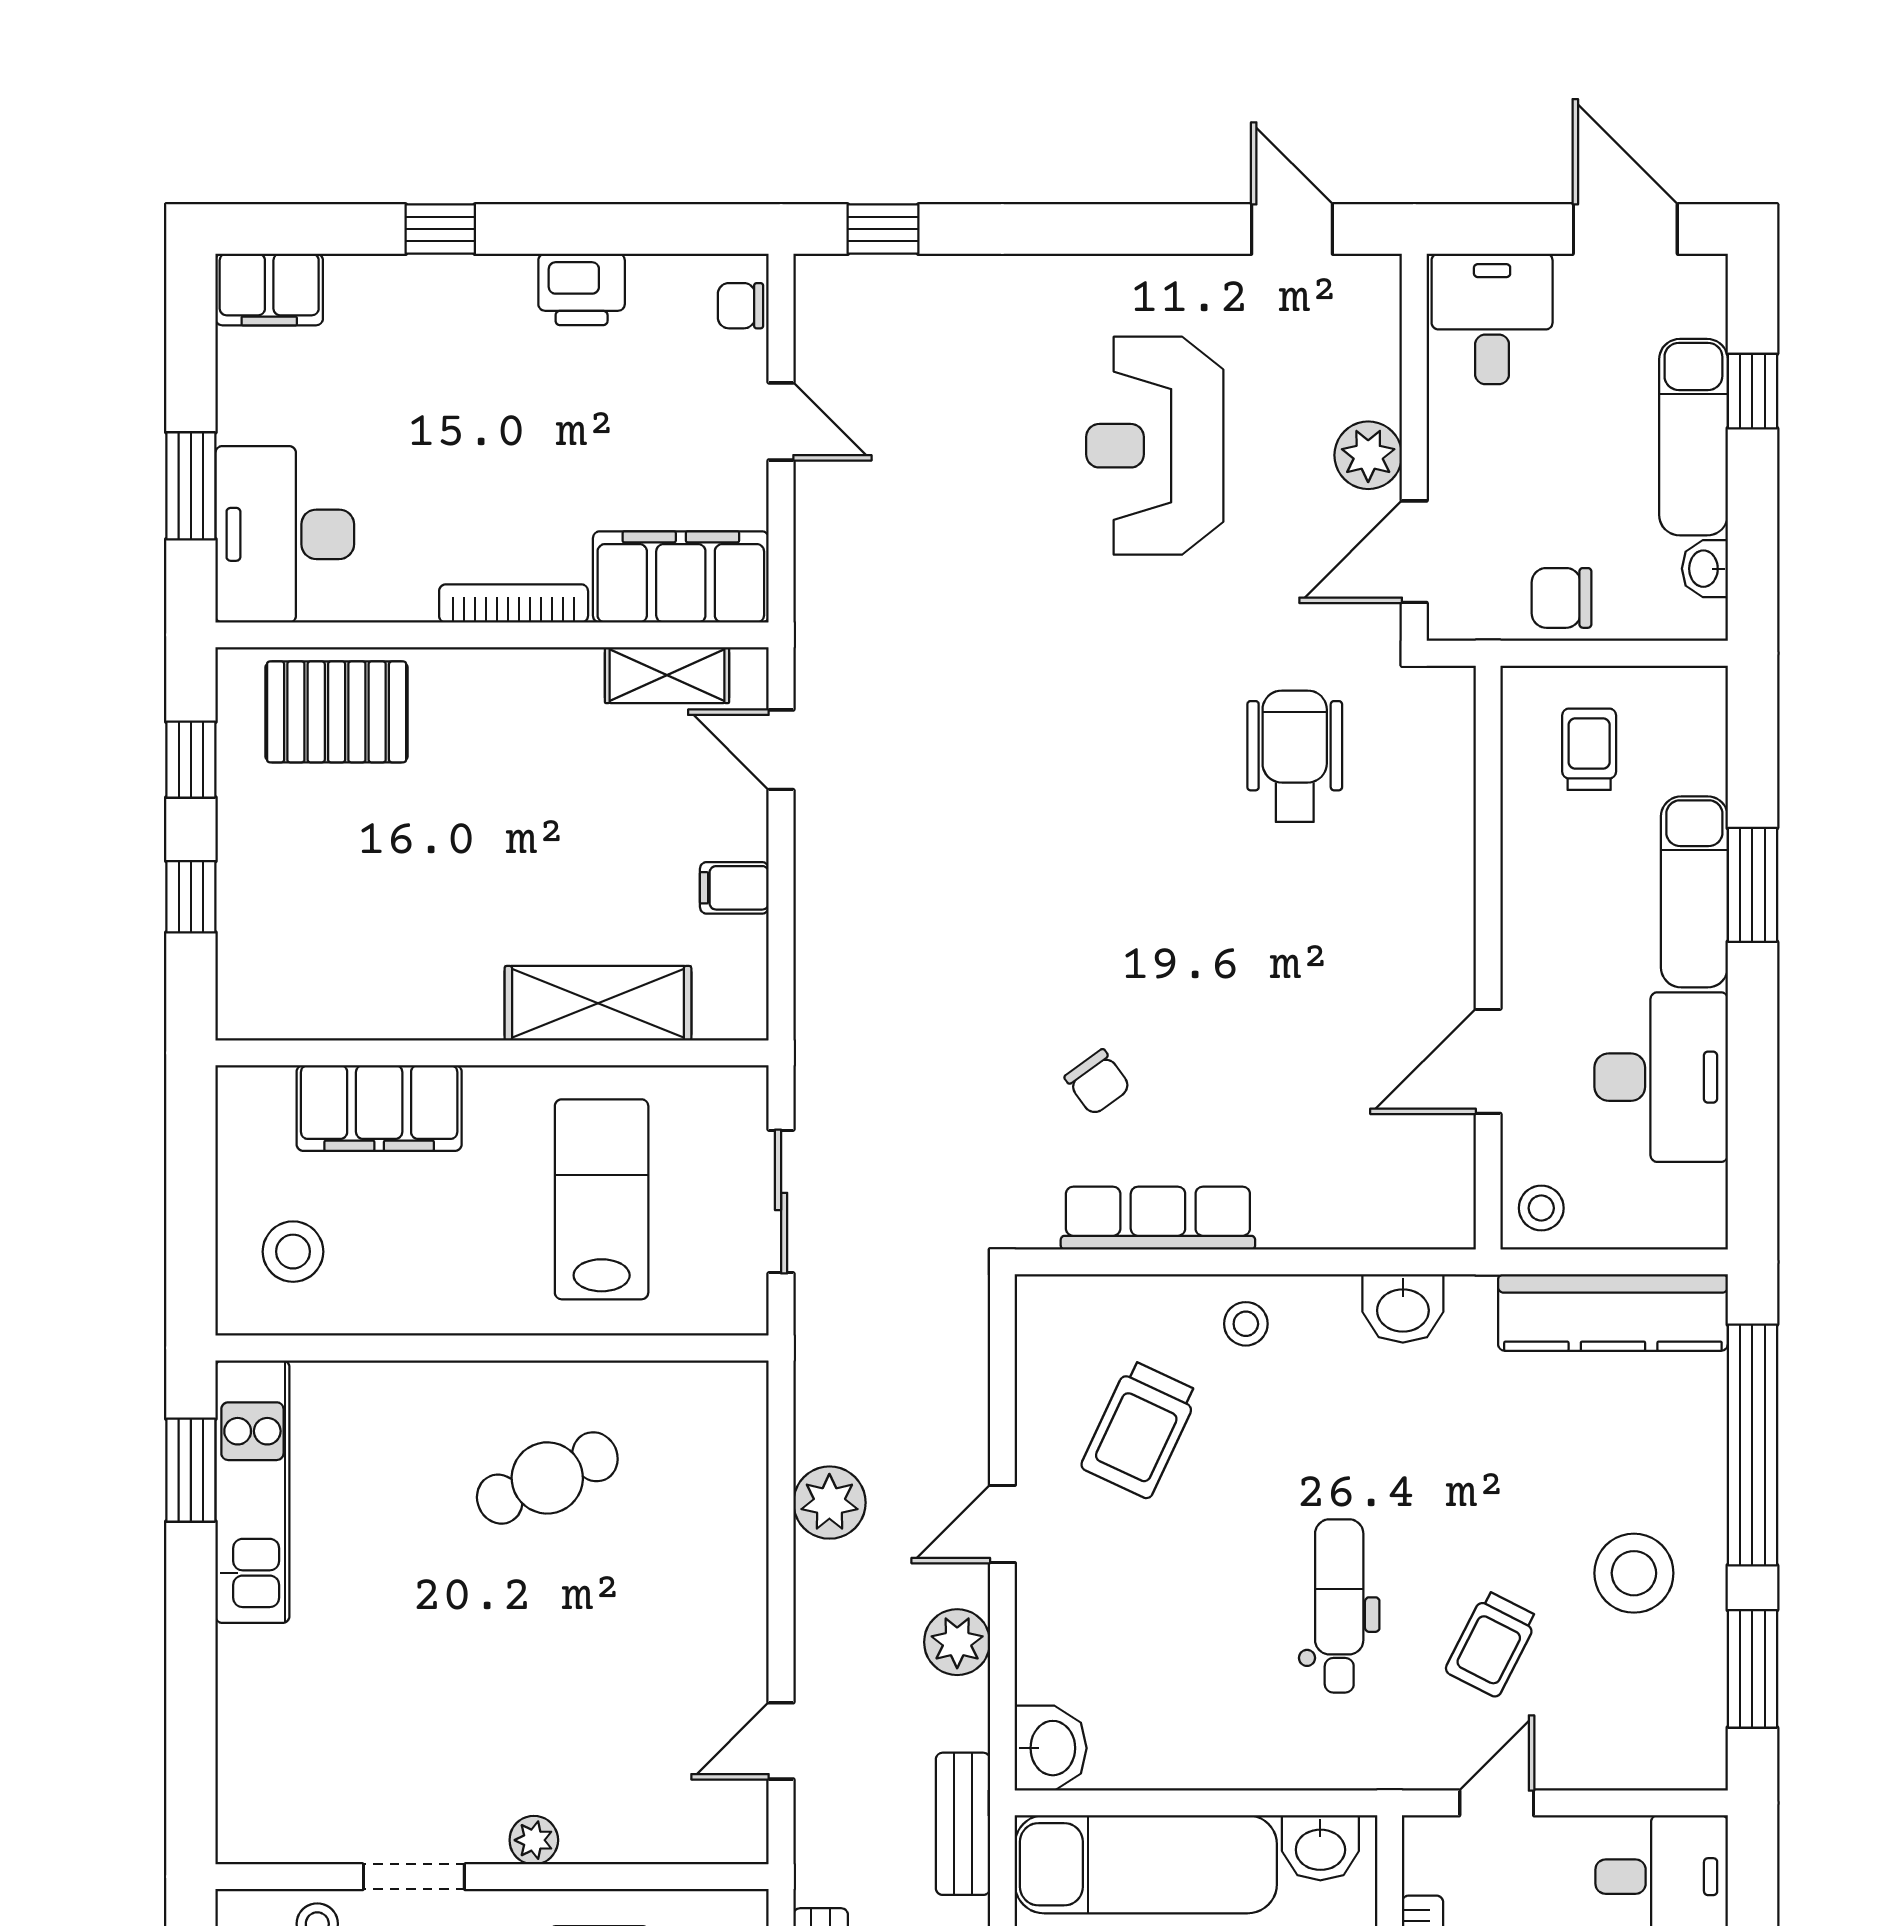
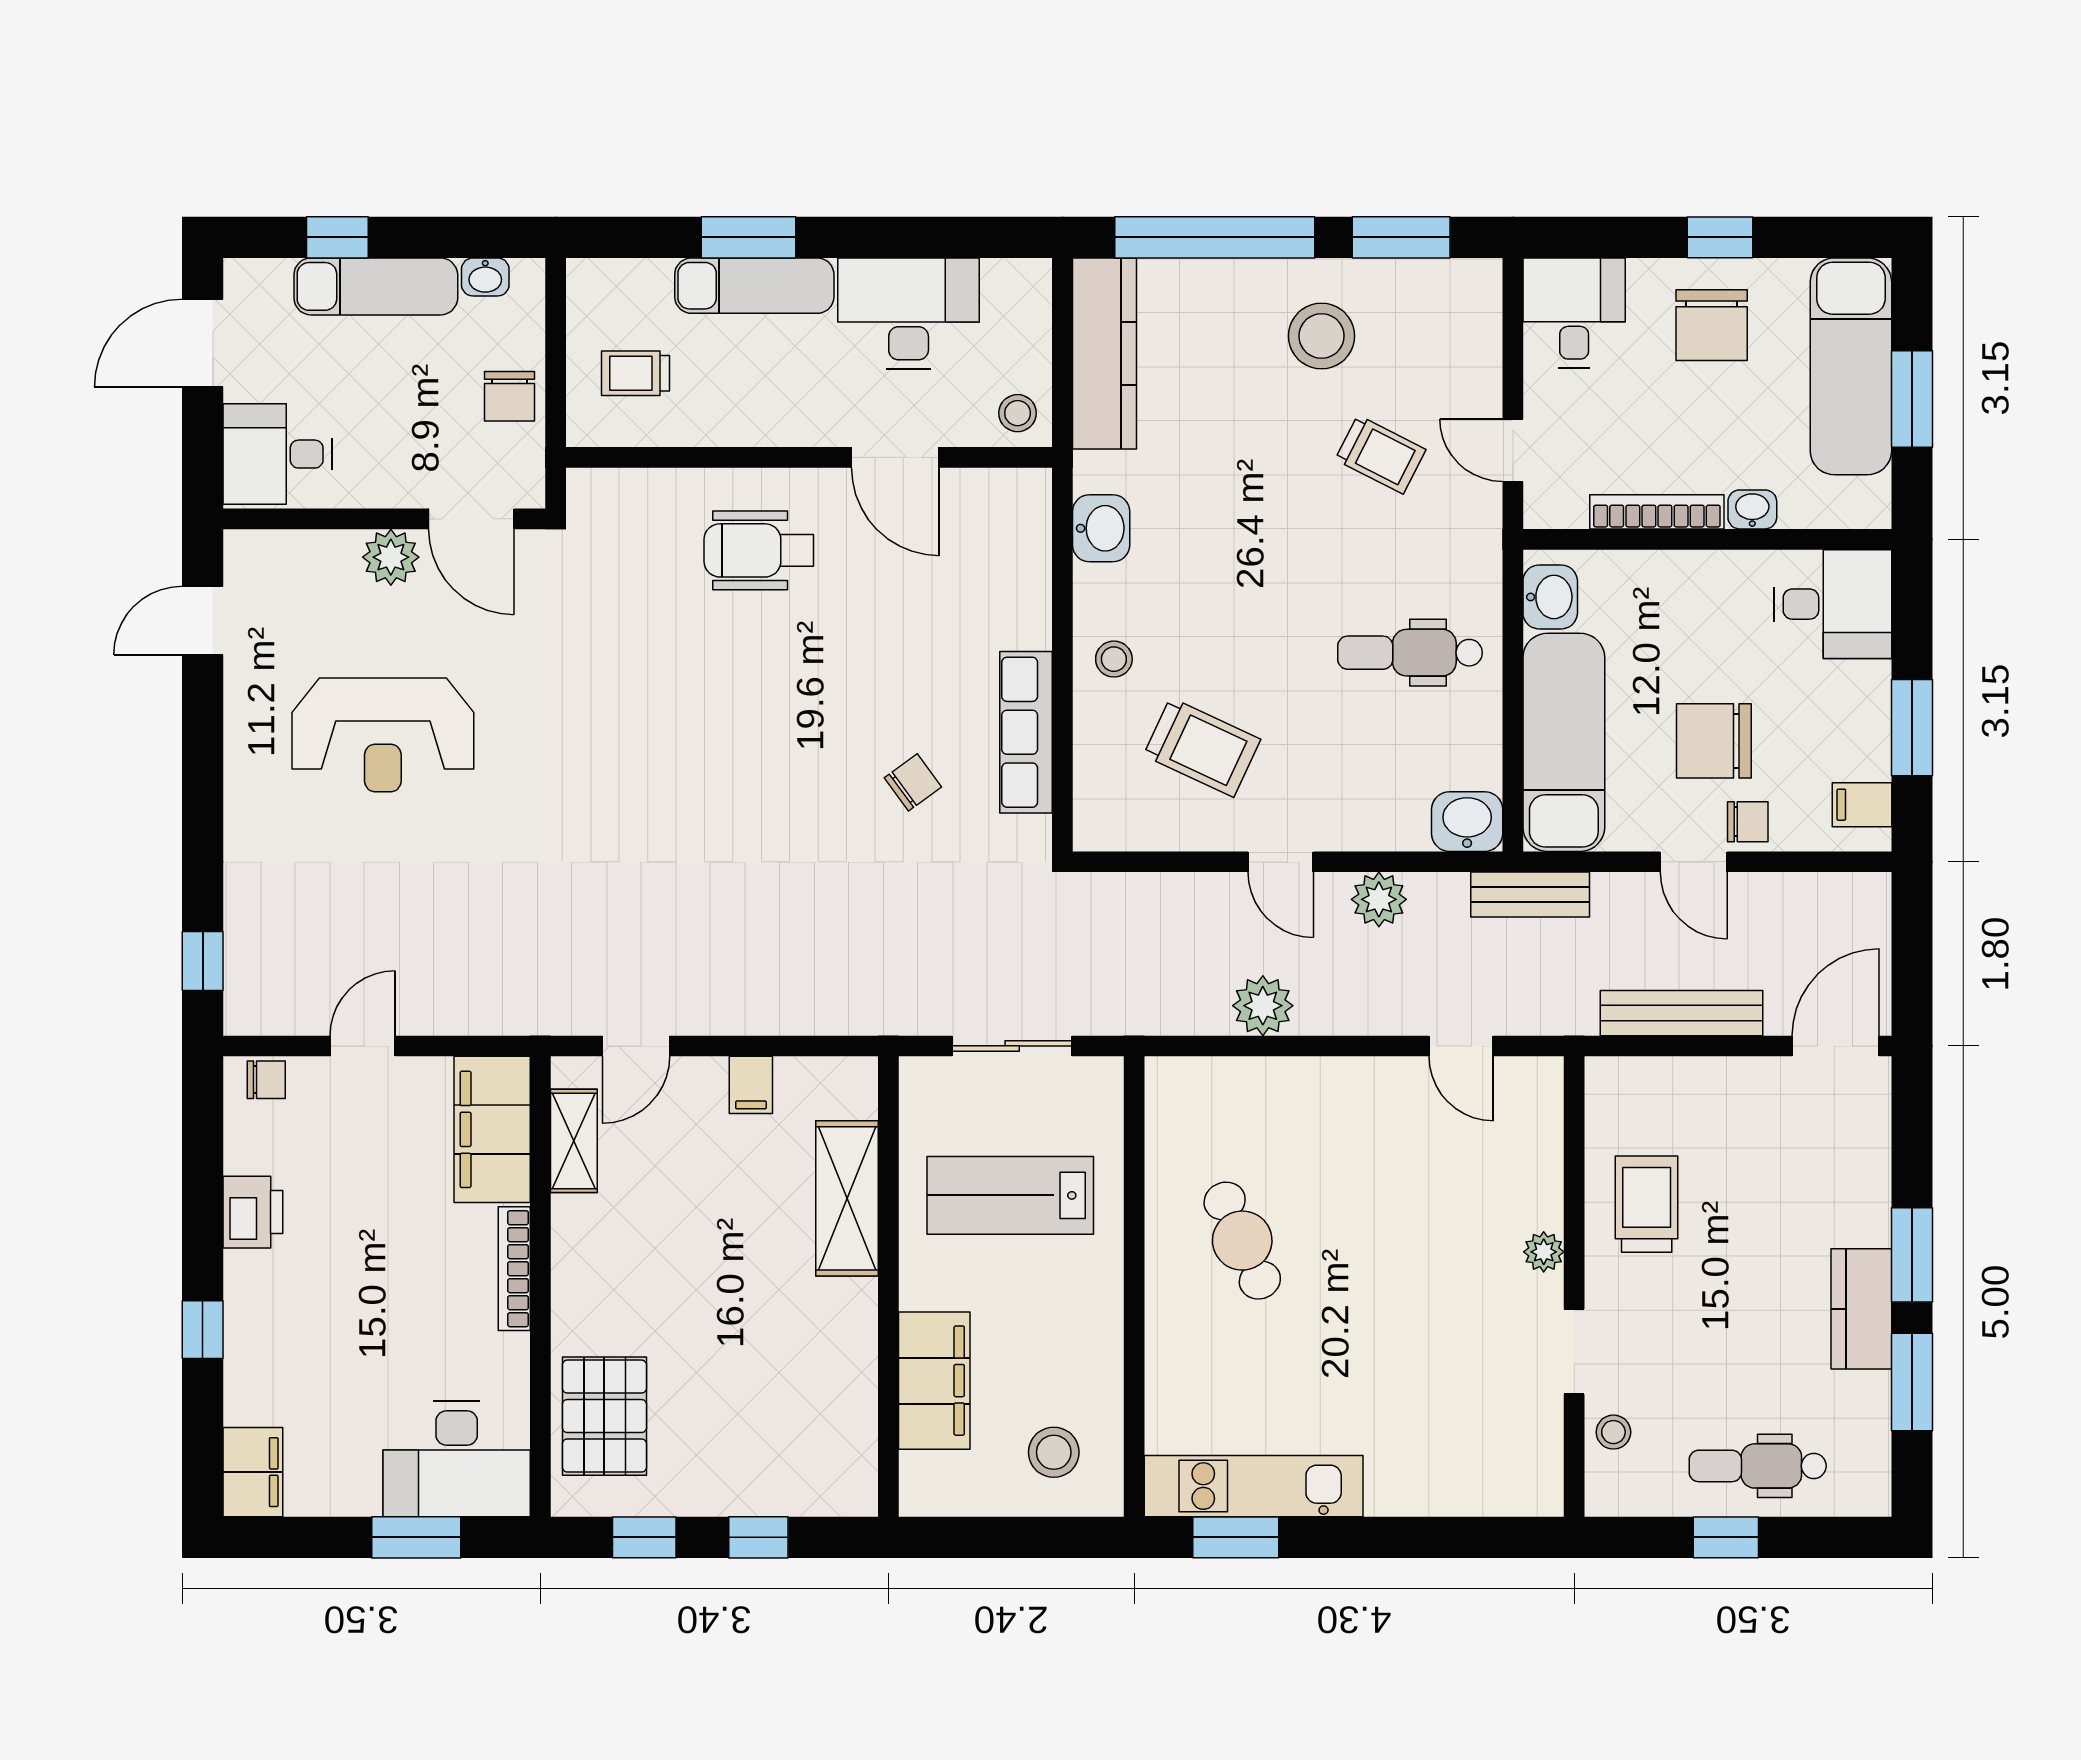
chair: (740, 306) -> (266, 1080), turned -90
wheelchair: (1295, 756) -> (759, 550), moved
dental chair: (1339, 1606) -> (1410, 653), moved

